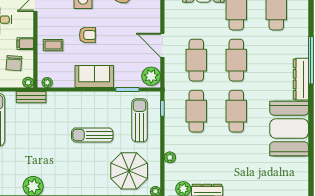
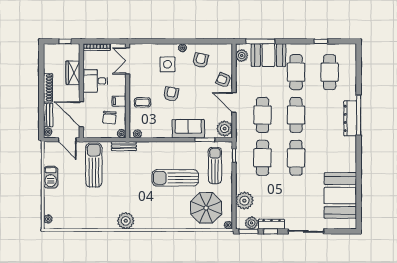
armchair: (150, 18) -> (223, 80), added
armchair: (87, 35) -> (171, 94), turned -81
sofa: (94, 76) -> (188, 129), moved
dresser: (301, 79) -> (350, 118), moved
booth: (289, 129) -> (340, 196), moved
sun lounger: (92, 135) -> (175, 178), width x1.36, depth x1.34
plant: (170, 157) -> (244, 201), width x1.88, depth x1.88

